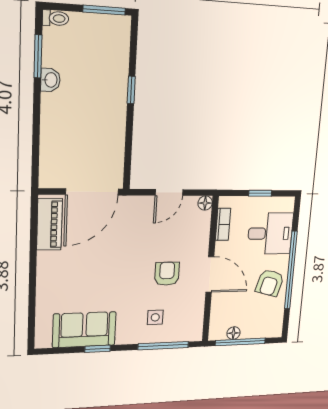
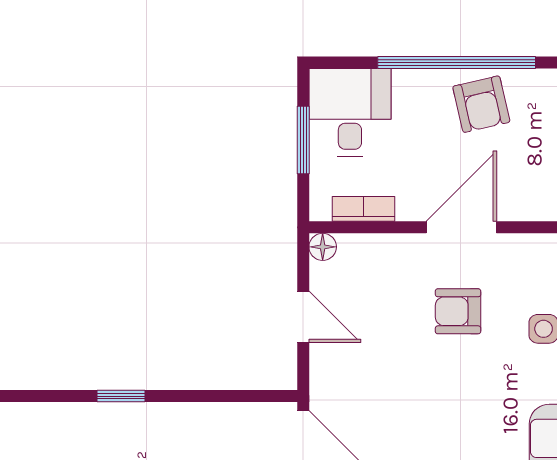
window: (260, 193) -> (303, 140), width x1.50
desk: (270, 233) -> (350, 112), moved
armchair: (270, 283) -> (481, 104), turned 61

